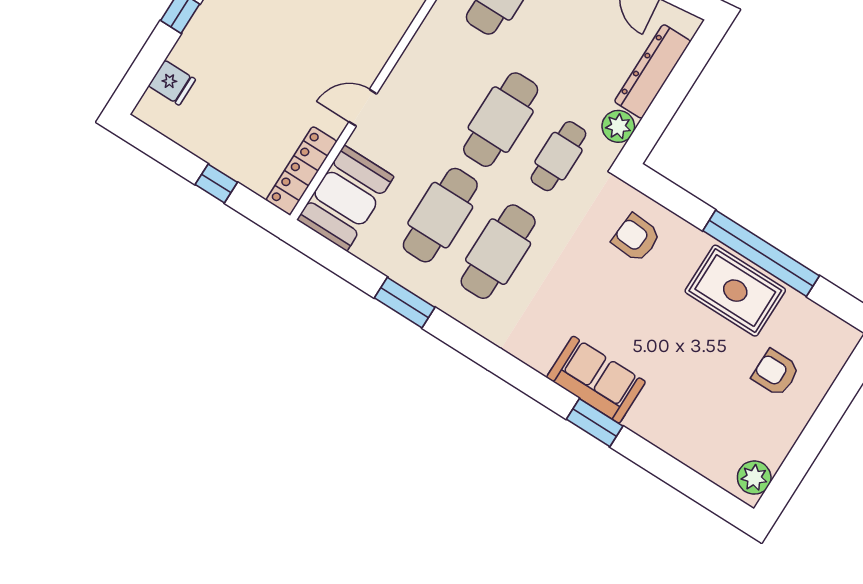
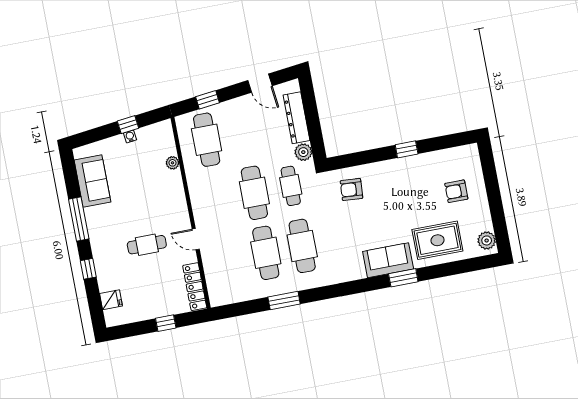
cafe table: (290, 54) -> (147, 245), added
door: (363, 108) -> (196, 239), hinge flipped
booth: (345, 198) -> (222, 281), removed
window: (761, 253) -> (407, 149), width x0.32
rug: (735, 291) -> (437, 240), moved

